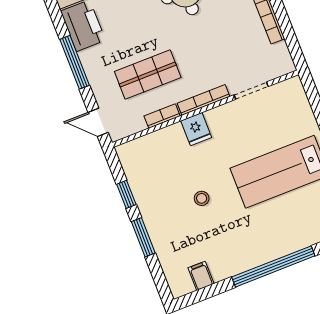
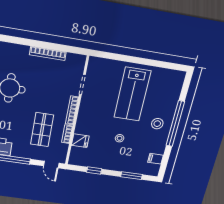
door: (98, 122) -> (51, 165), hinge flipped
fridge: (196, 129) -> (80, 141), moved
window: (143, 237) -> (132, 176), moved
stool: (258, 239) -> (157, 124), added

